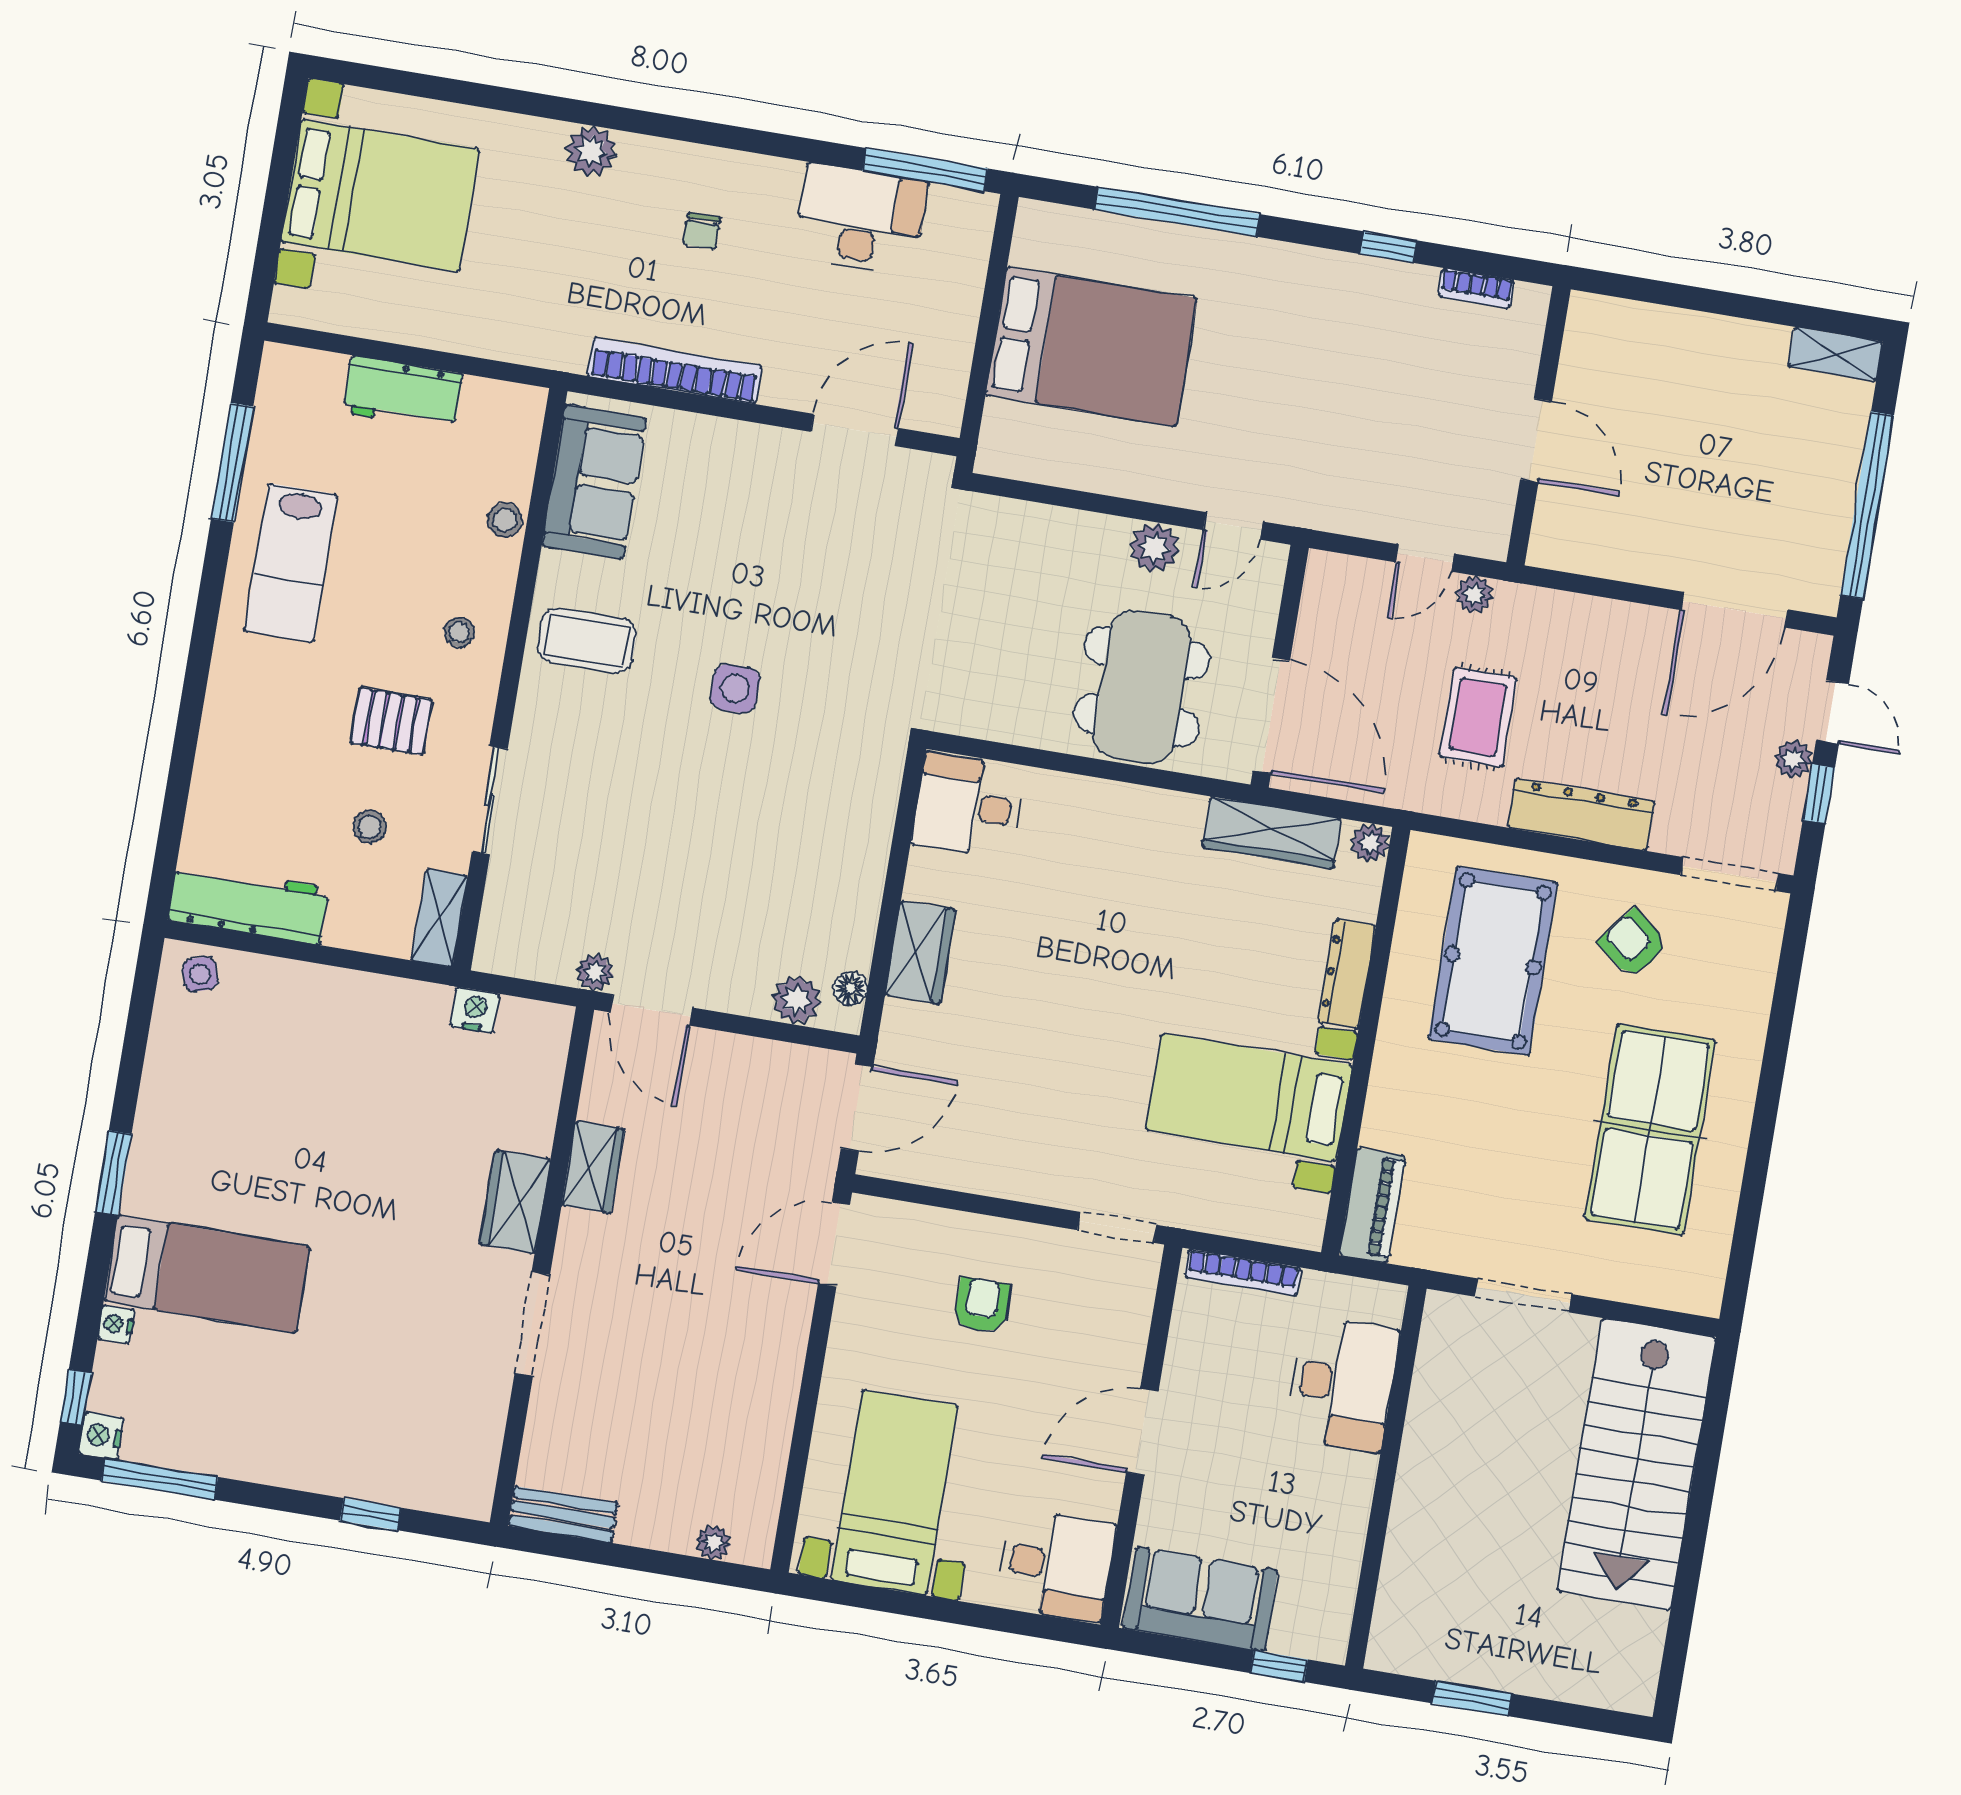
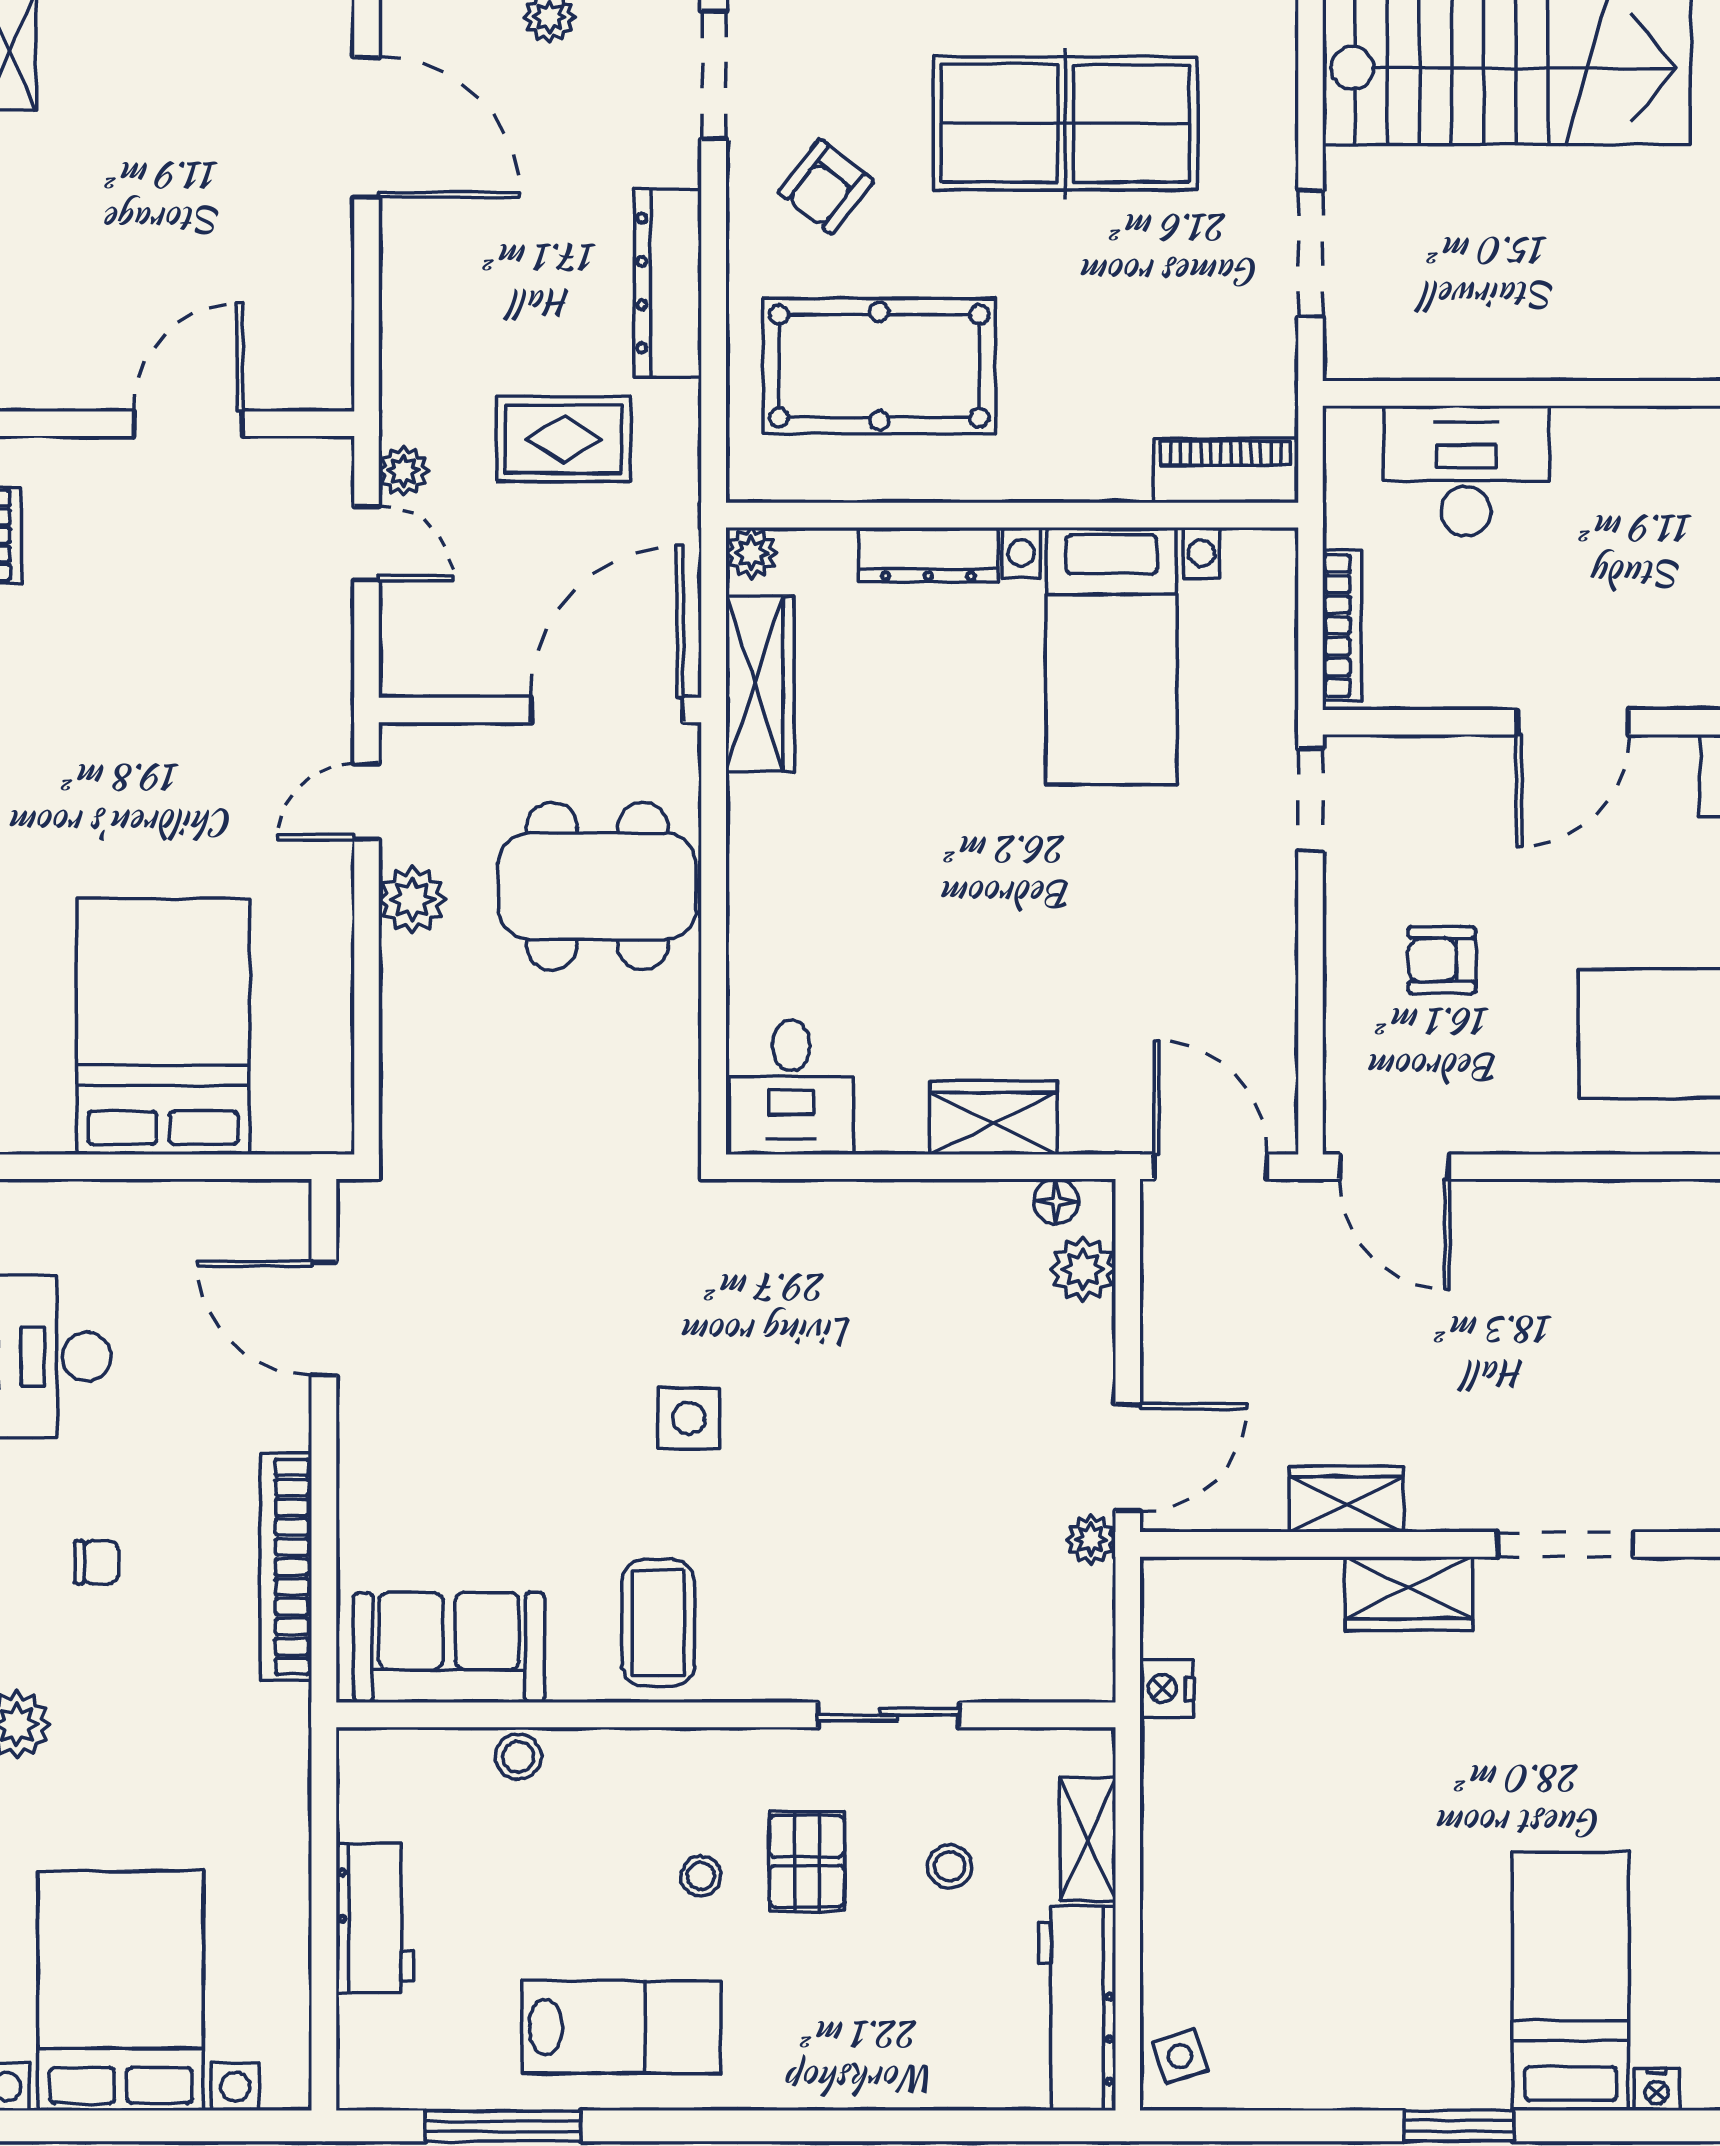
door: (1233, 526) -> (367, 802), swing flipped
stool: (459, 632) -> (701, 1876), moved
shelving: (439, 918) -> (1088, 1839), moved, turned 90
door: (1142, 1432) -> (1573, 722), hinge flipped

